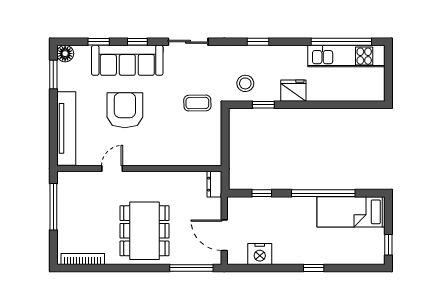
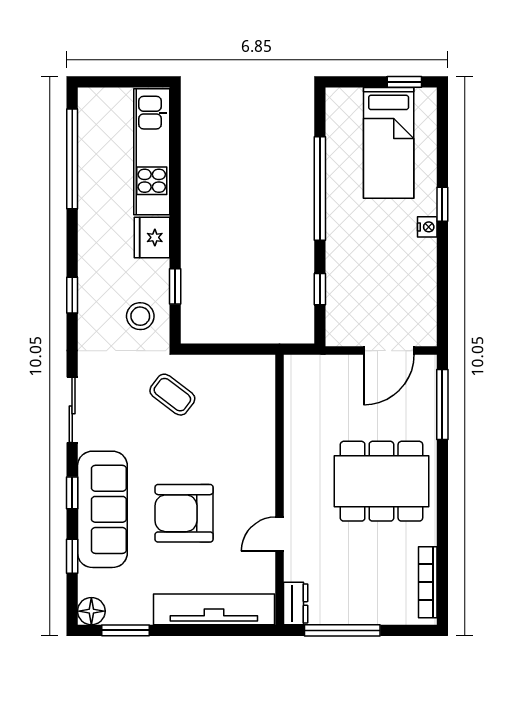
kitchen unit: (346, 56) -> (152, 152), moved, turned 180
coffee table: (197, 103) -> (172, 395), turned -52
door: (112, 168) -> (280, 534), hinge flipped
dresser: (214, 184) -> (296, 603), moved, turned -90
bed: (351, 212) -> (389, 143), moved
nightstand: (260, 254) -> (427, 227), moved, width x0.53, depth x0.56

